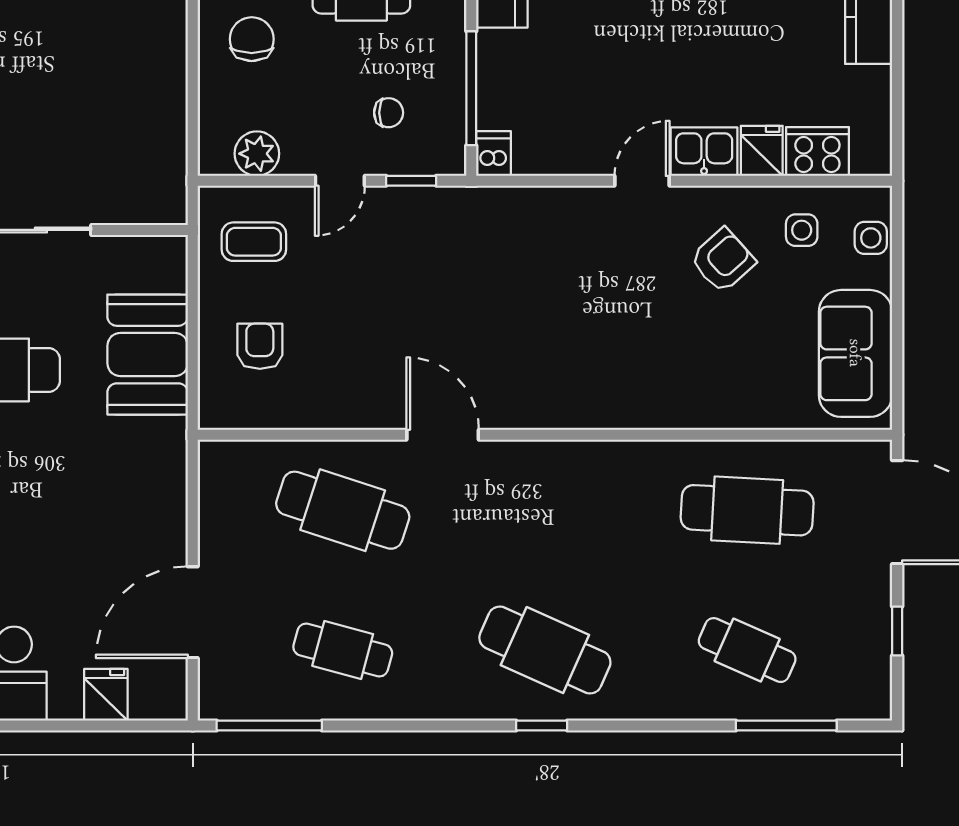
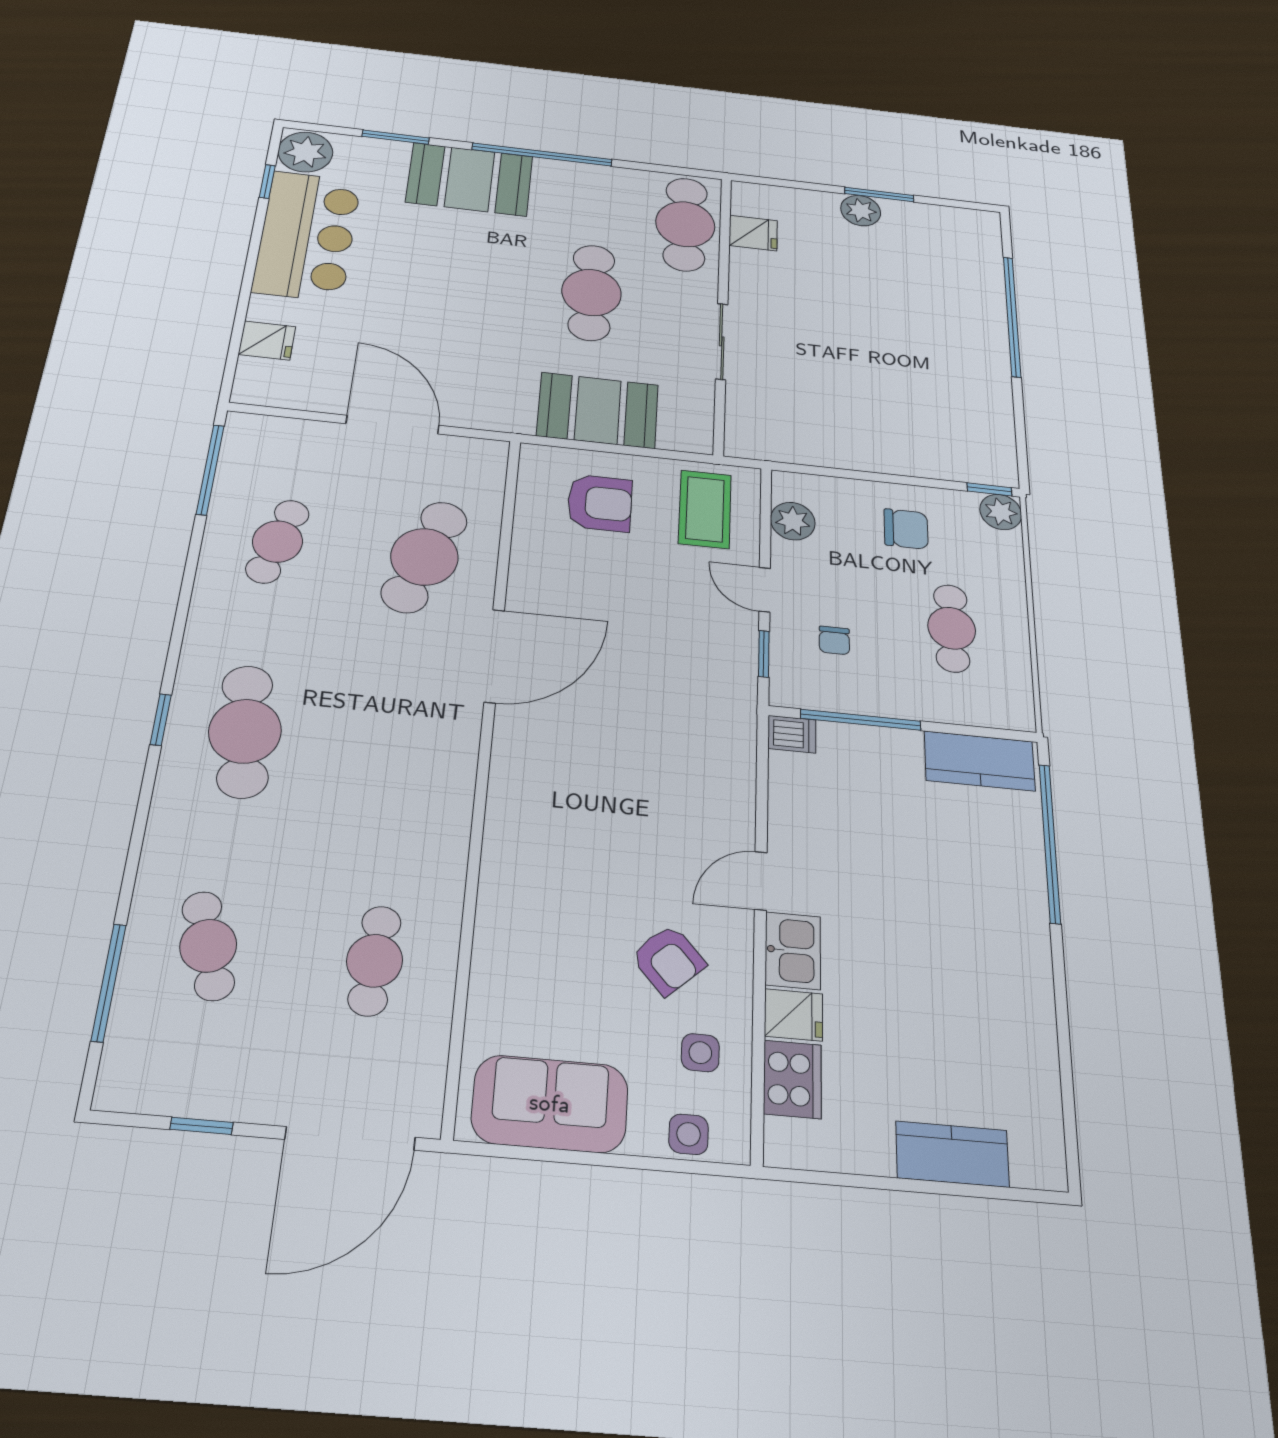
door: (642, 181) -> (761, 881), swing flipped
coffee table: (254, 242) -> (705, 509), width x1.36, depth x1.30
armchair: (260, 346) -> (600, 503), width x1.38, depth x1.38
door: (443, 435) -> (494, 656), width x1.36
cafe table: (747, 510) -> (375, 961), width x0.73, depth x0.74
door: (193, 612) -> (393, 425), moved
cafe table: (545, 650) -> (245, 731), turned -30
cafe table: (747, 650) -> (208, 946), turned -42

